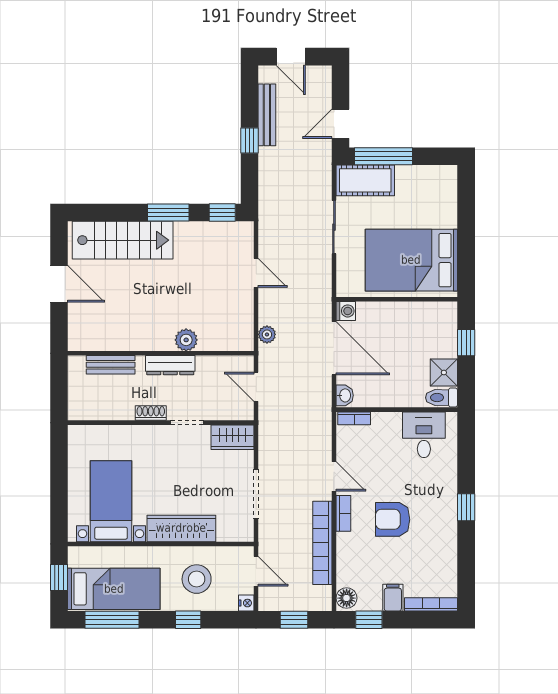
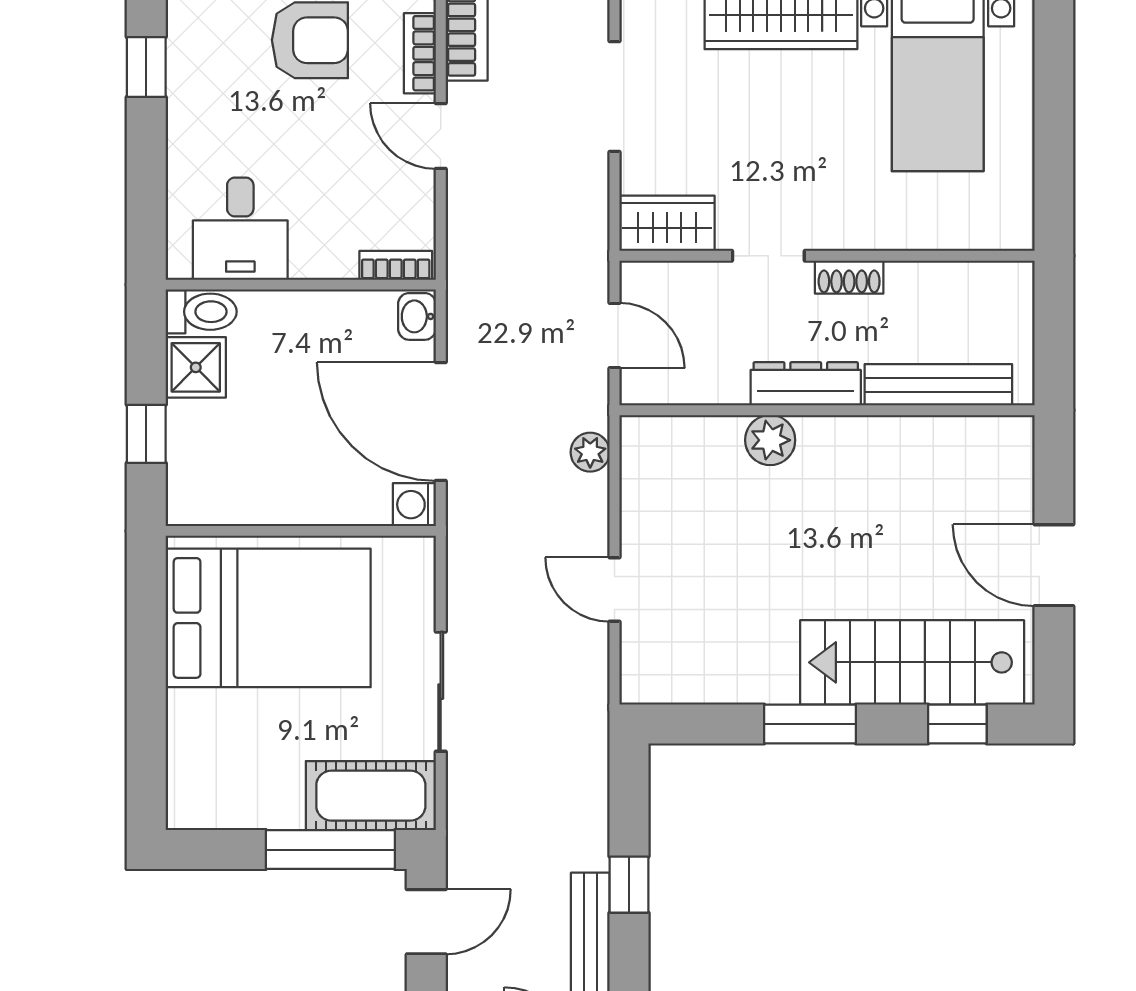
window: (222, 213) -> (957, 724), moved
bench: (111, 365) -> (938, 385), width x1.36

